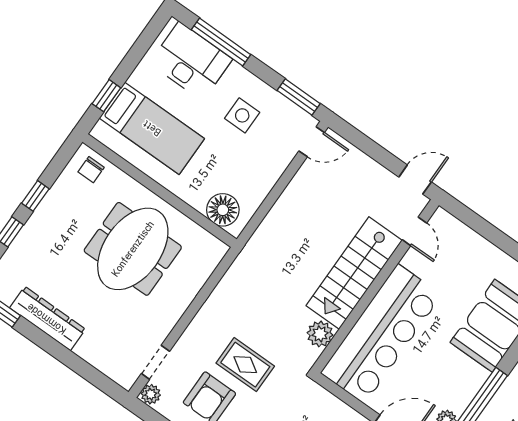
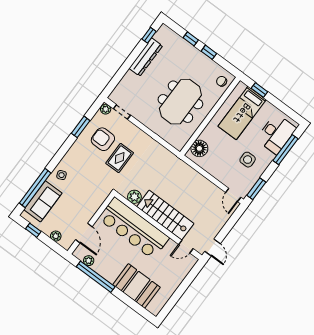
meeting table: (133, 249) -> (180, 102), turned 90

